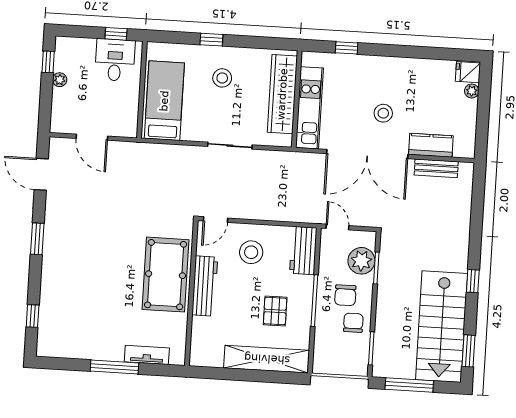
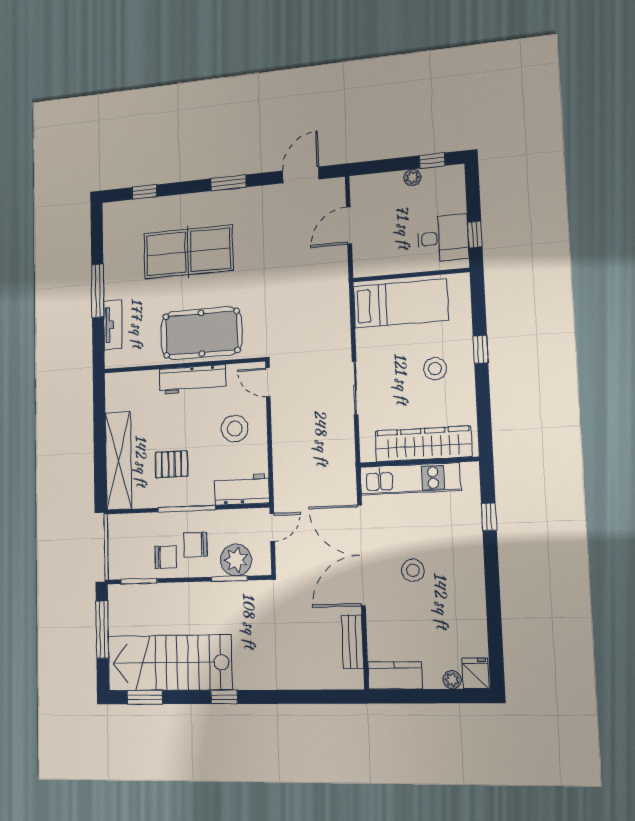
kitchen counter: (431, 145) -> (395, 675), moved, turned -90
table tennis table: (92, 280) -> (188, 252), added

